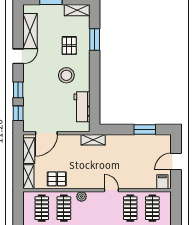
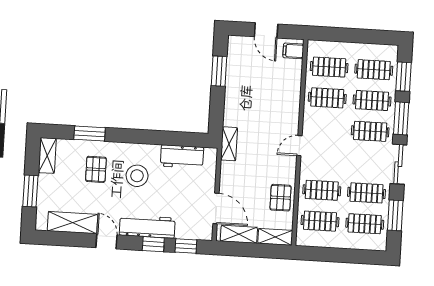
pallet: (69, 46) -> (96, 169), turned 90
workbench: (30, 85) -> (147, 227), added
door: (111, 190) -> (299, 146), moved
plant: (81, 197) -> (307, 165), removed

